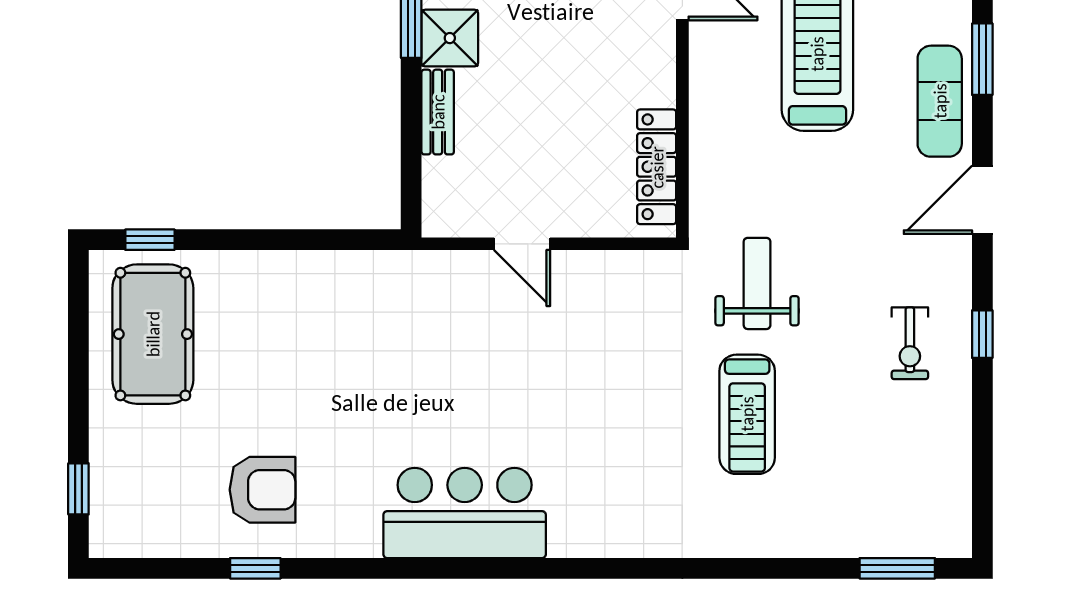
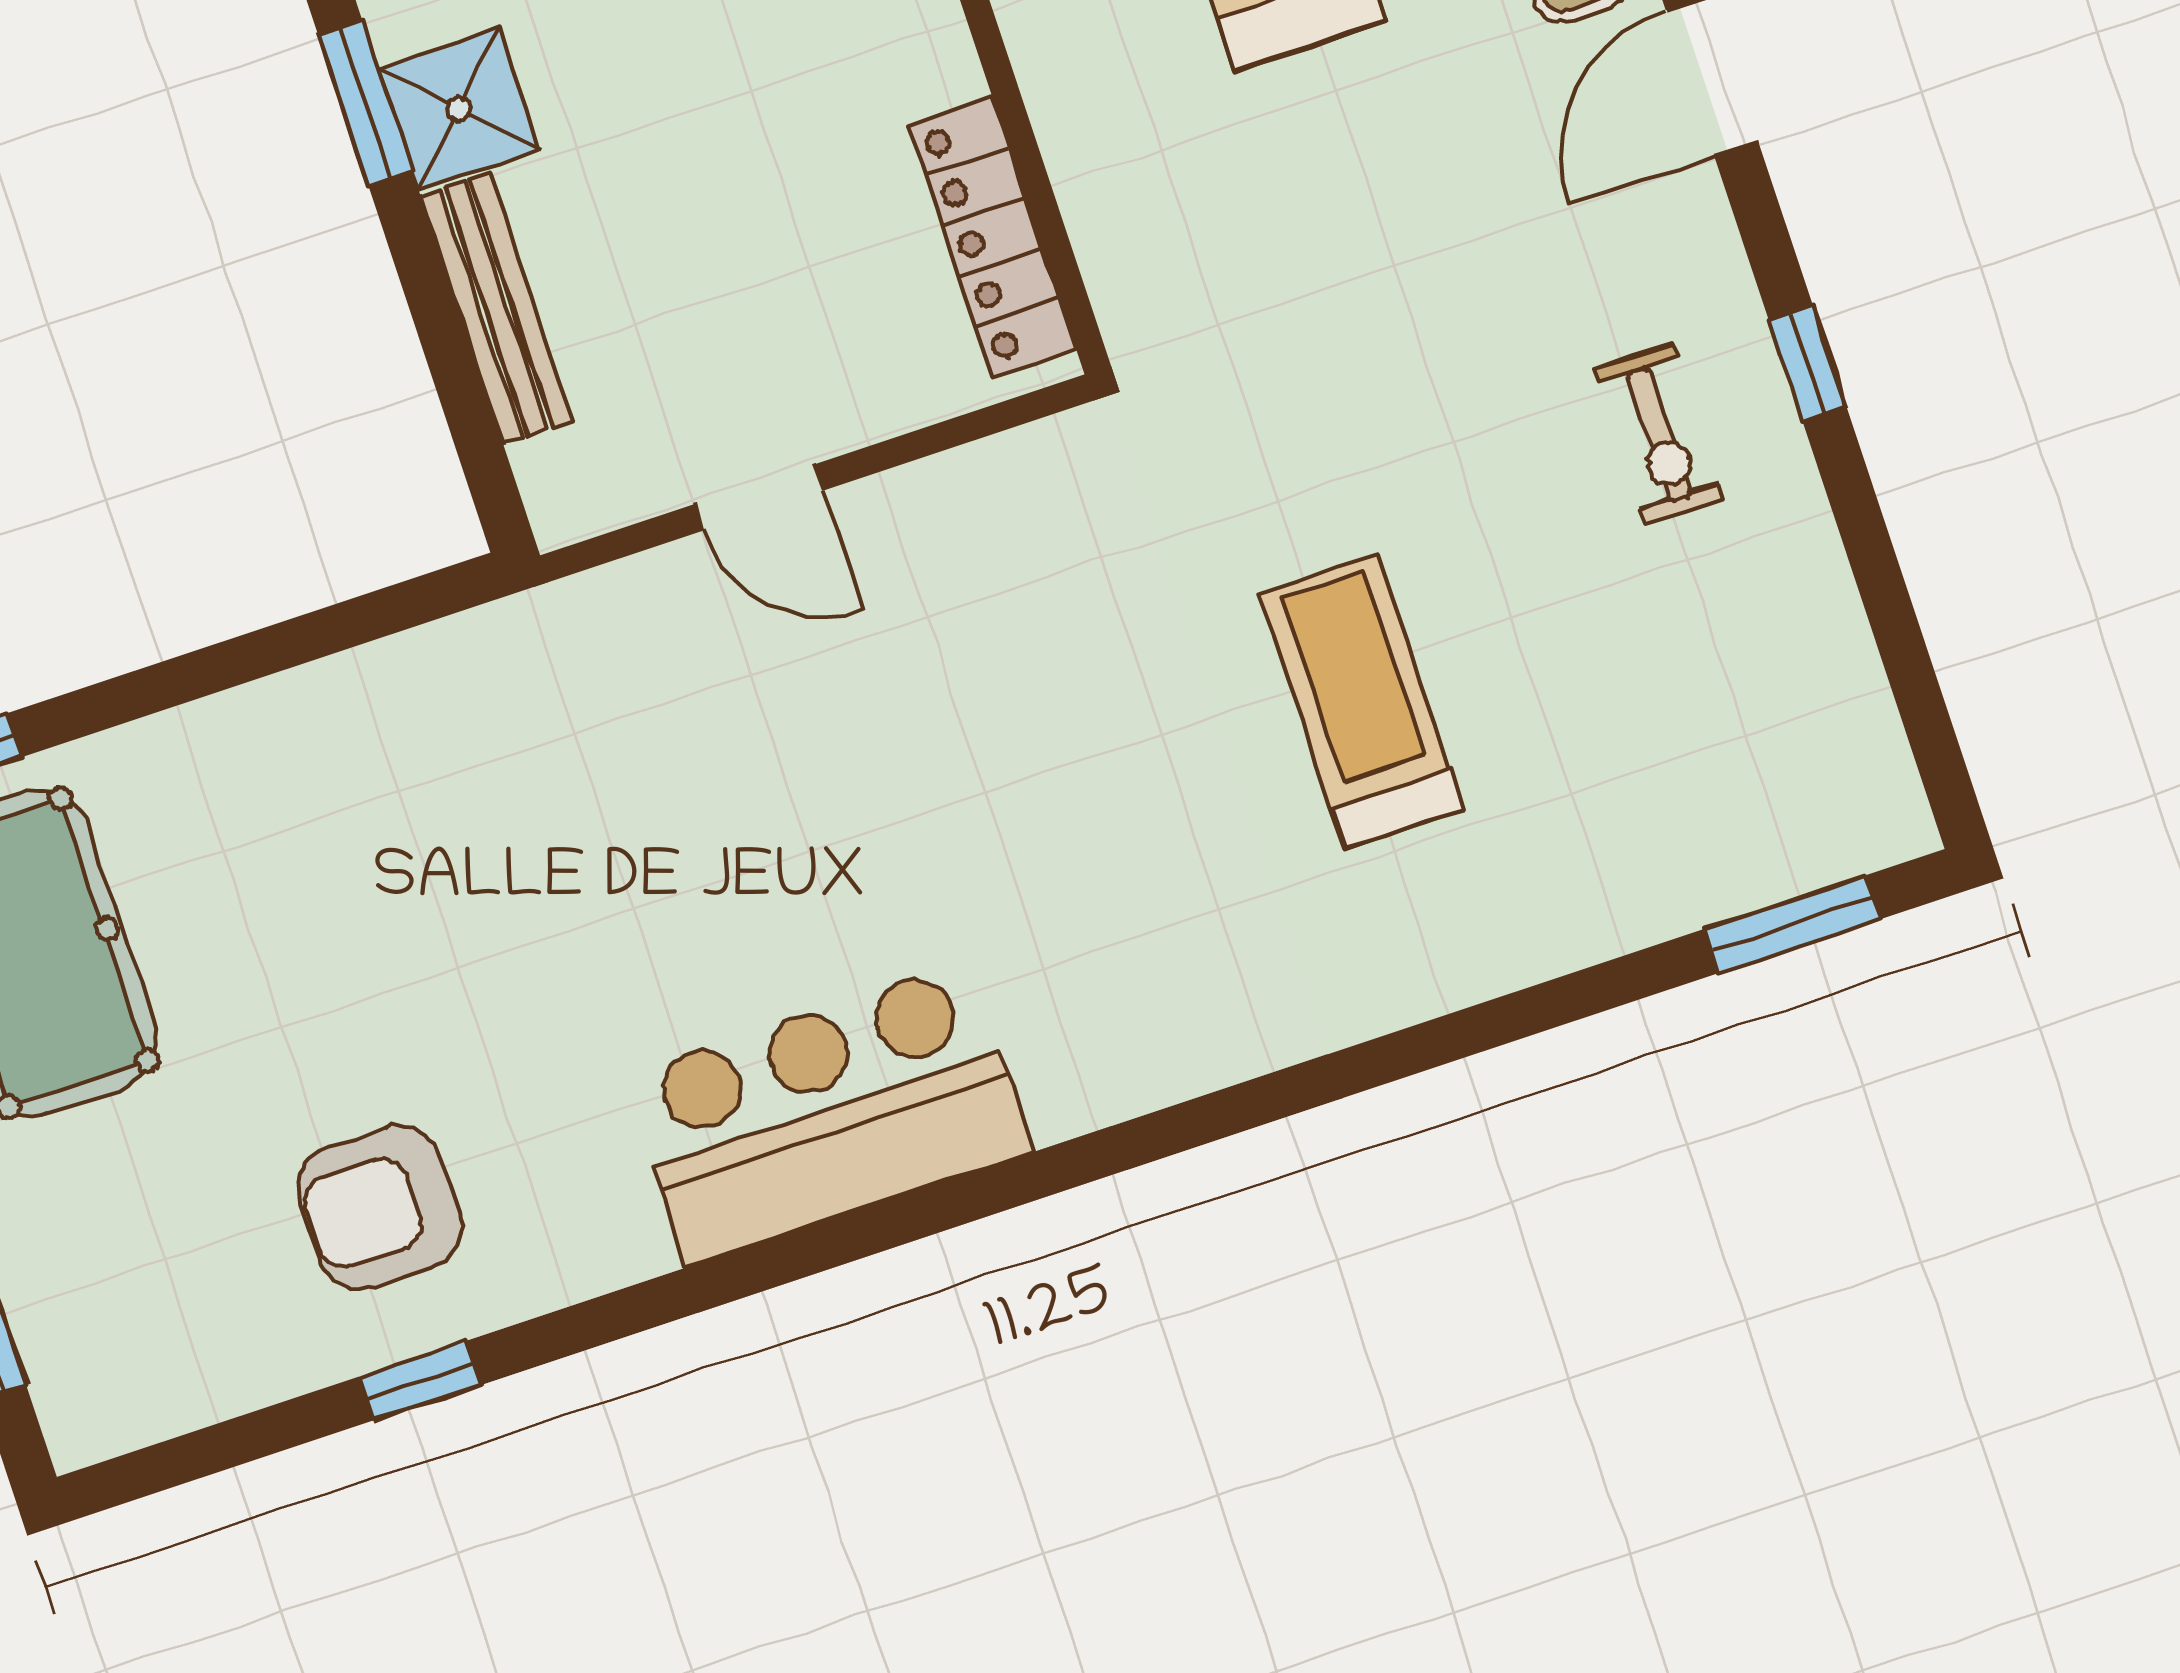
bench: (438, 112) -> (496, 308), width x1.36
weight bench: (757, 283) -> (1290, 415), removed
treadmill: (747, 414) -> (1362, 702), turned 180
armchair: (262, 490) -> (380, 1207), turned 180

